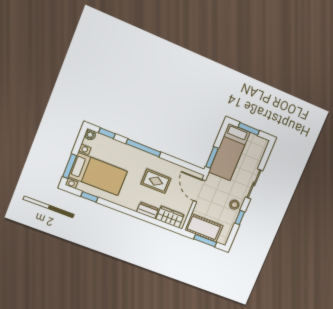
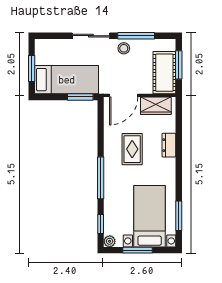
window: (70, 166) -> (137, 250), moved
window: (89, 197) -> (179, 216), width x1.50
wardrobe: (170, 217) -> (156, 106), moved, turned -90
window: (240, 218) -> (136, 36), width x2.17

